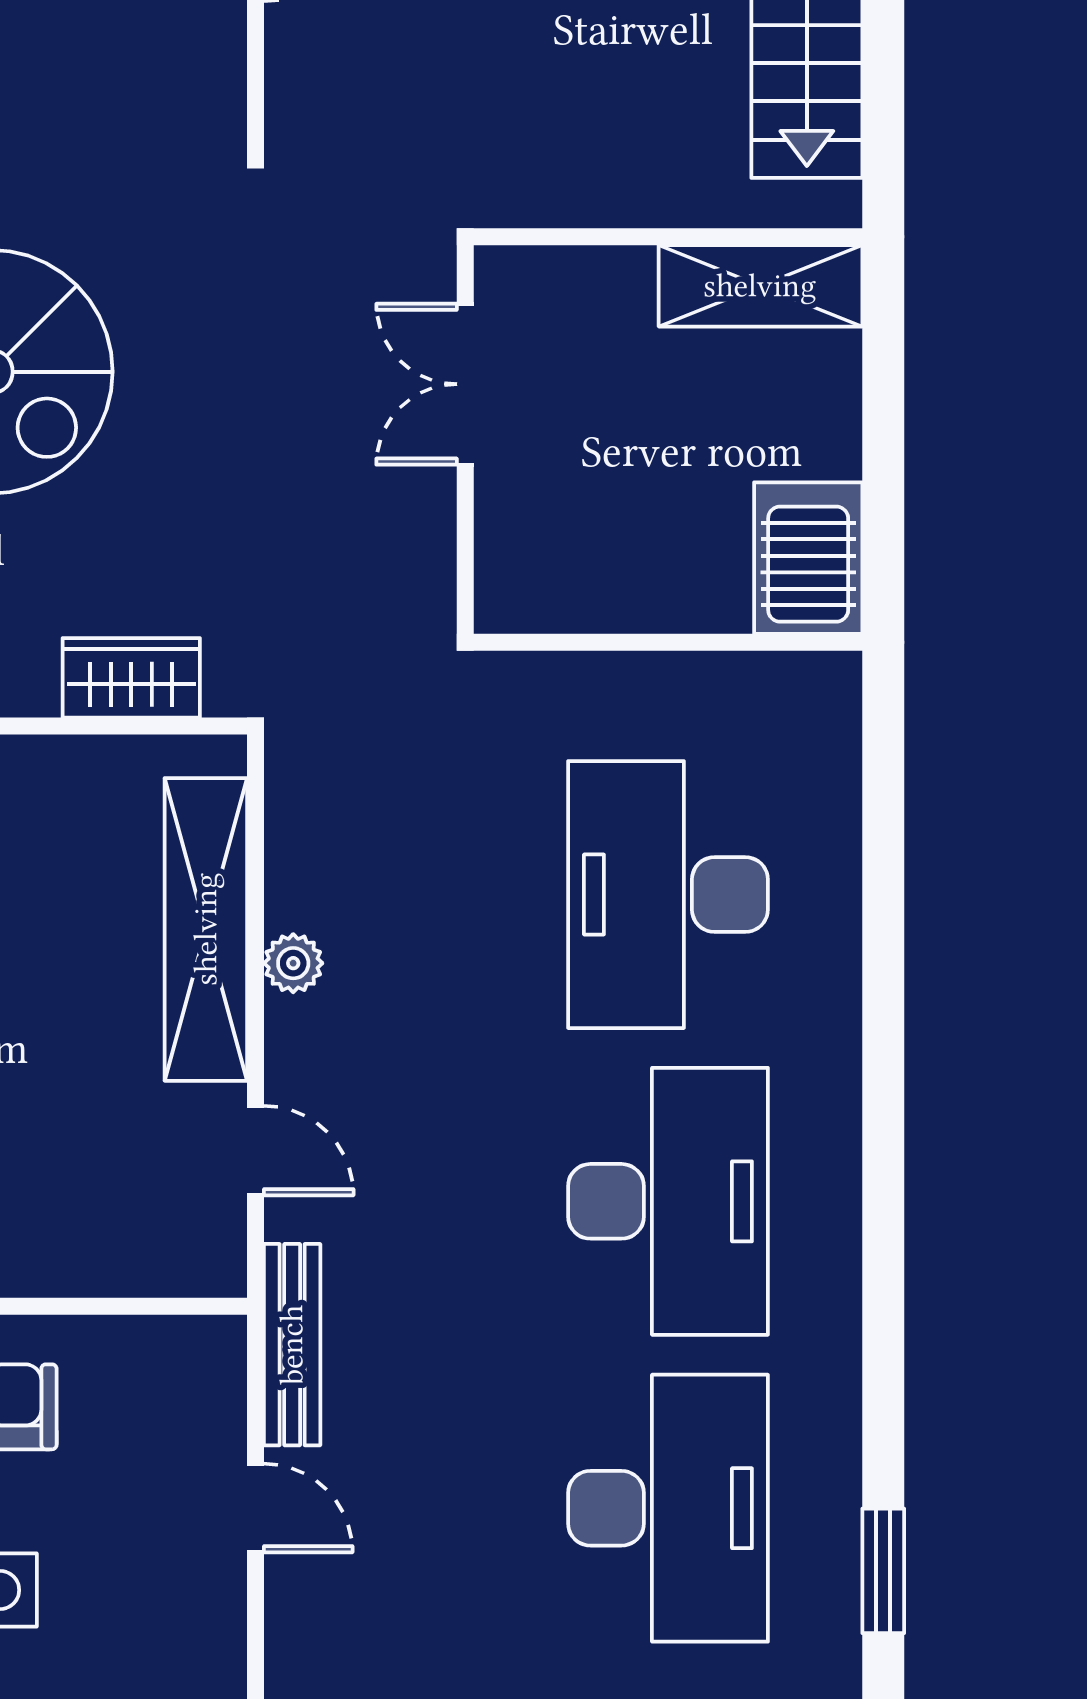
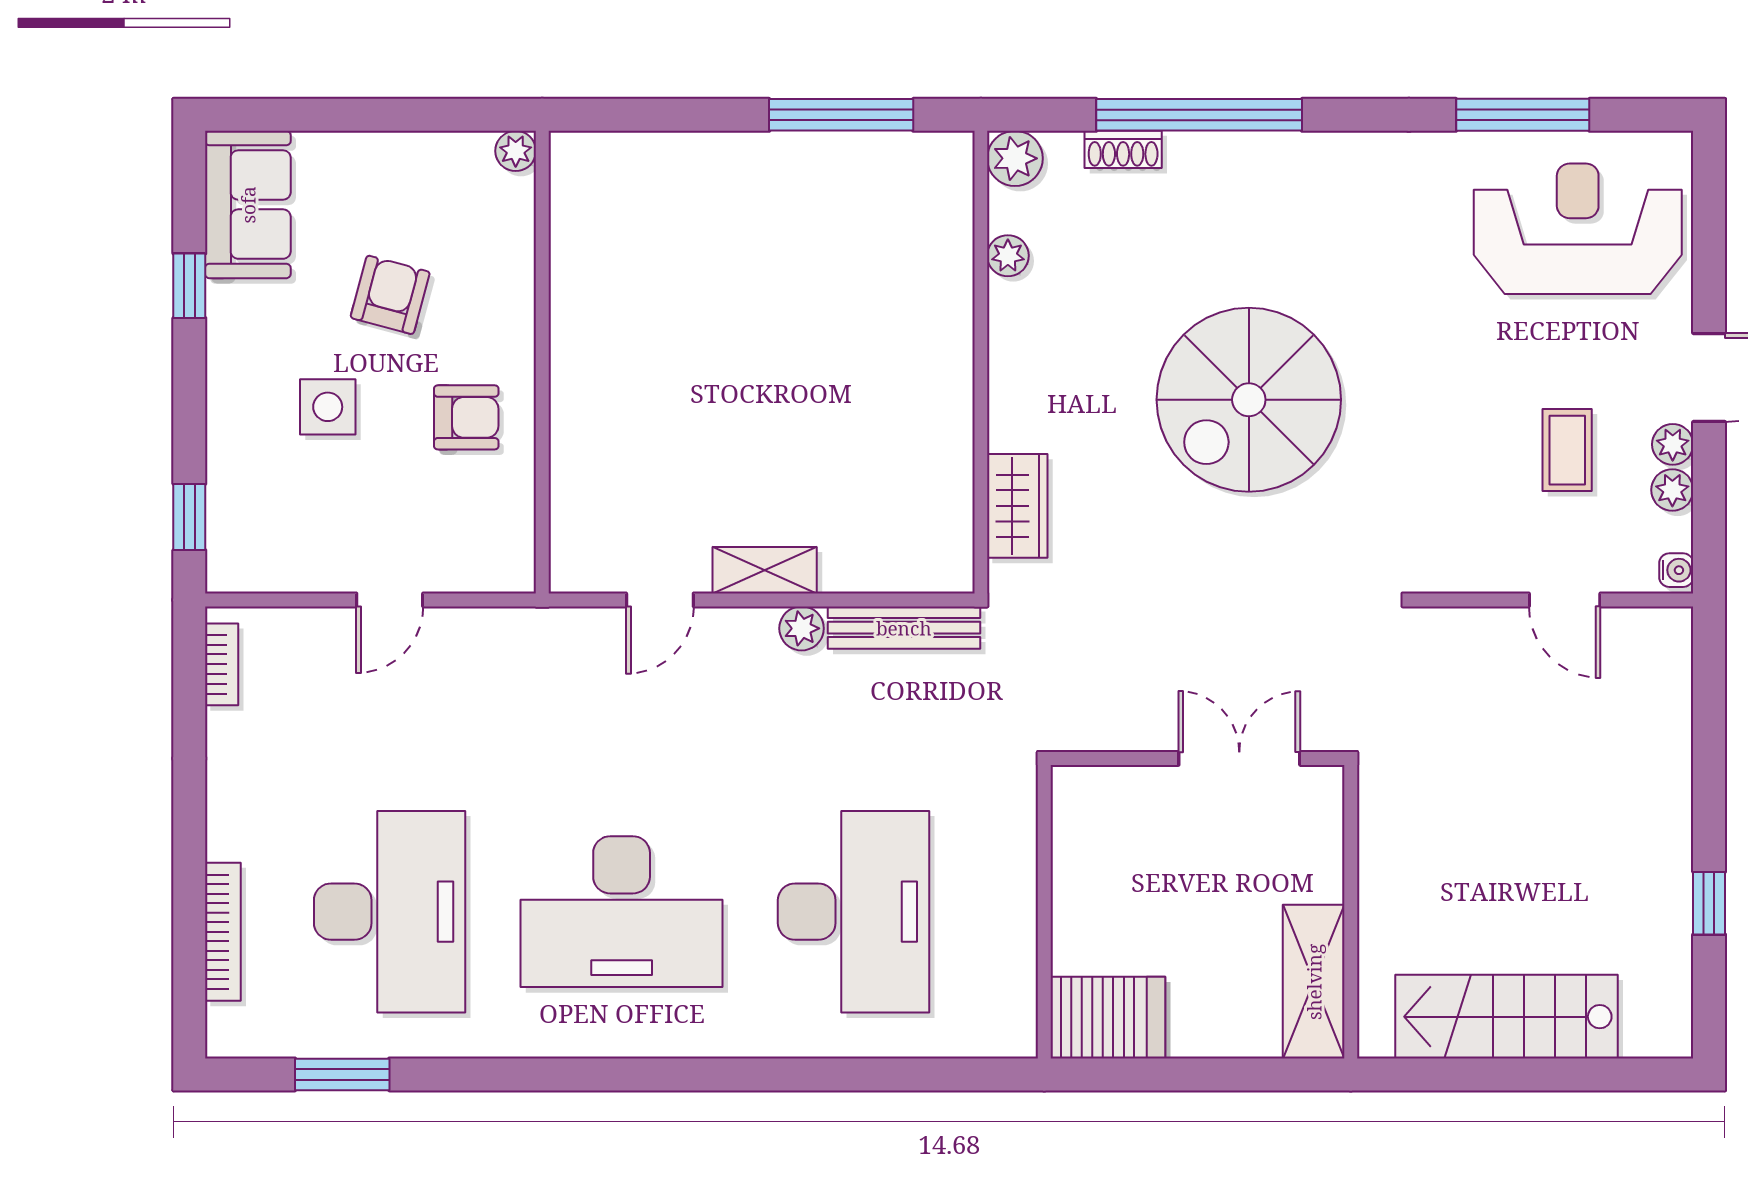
desk: (668, 895) -> (853, 912), turned 90
shelving: (206, 929) -> (765, 570), width x0.45, depth x0.75
bench: (292, 1345) -> (904, 628), moved
desk: (668, 1508) -> (390, 912), turned -90

